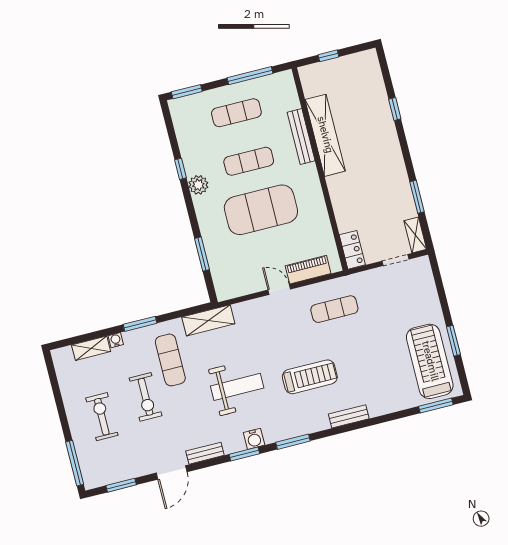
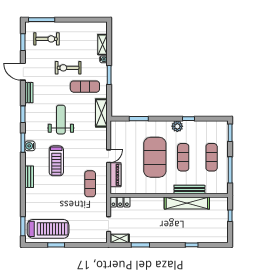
weight bench: (237, 387) -> (61, 120), turned 180
exercise bike: (102, 417) -> (46, 39), moved
water cooler: (254, 439) -> (30, 146), moved

